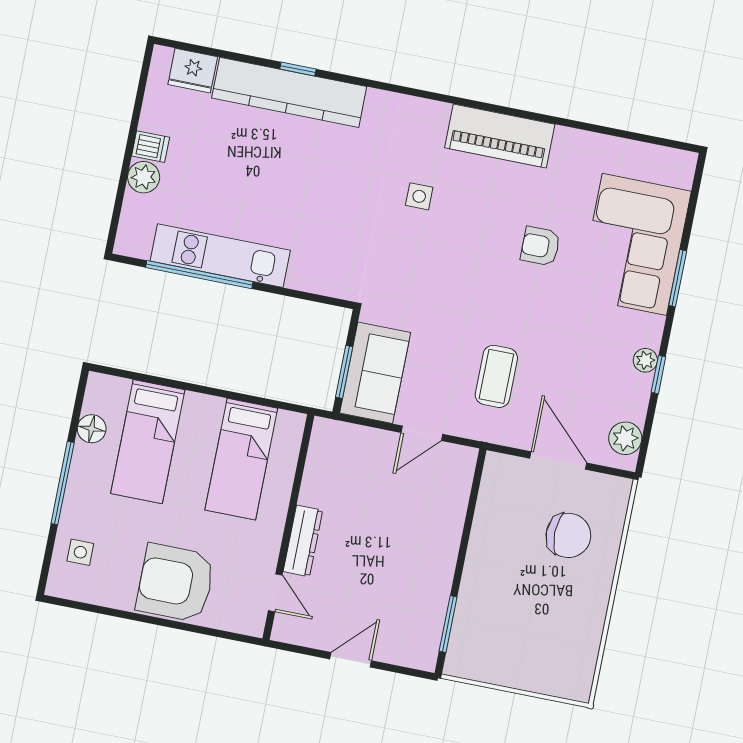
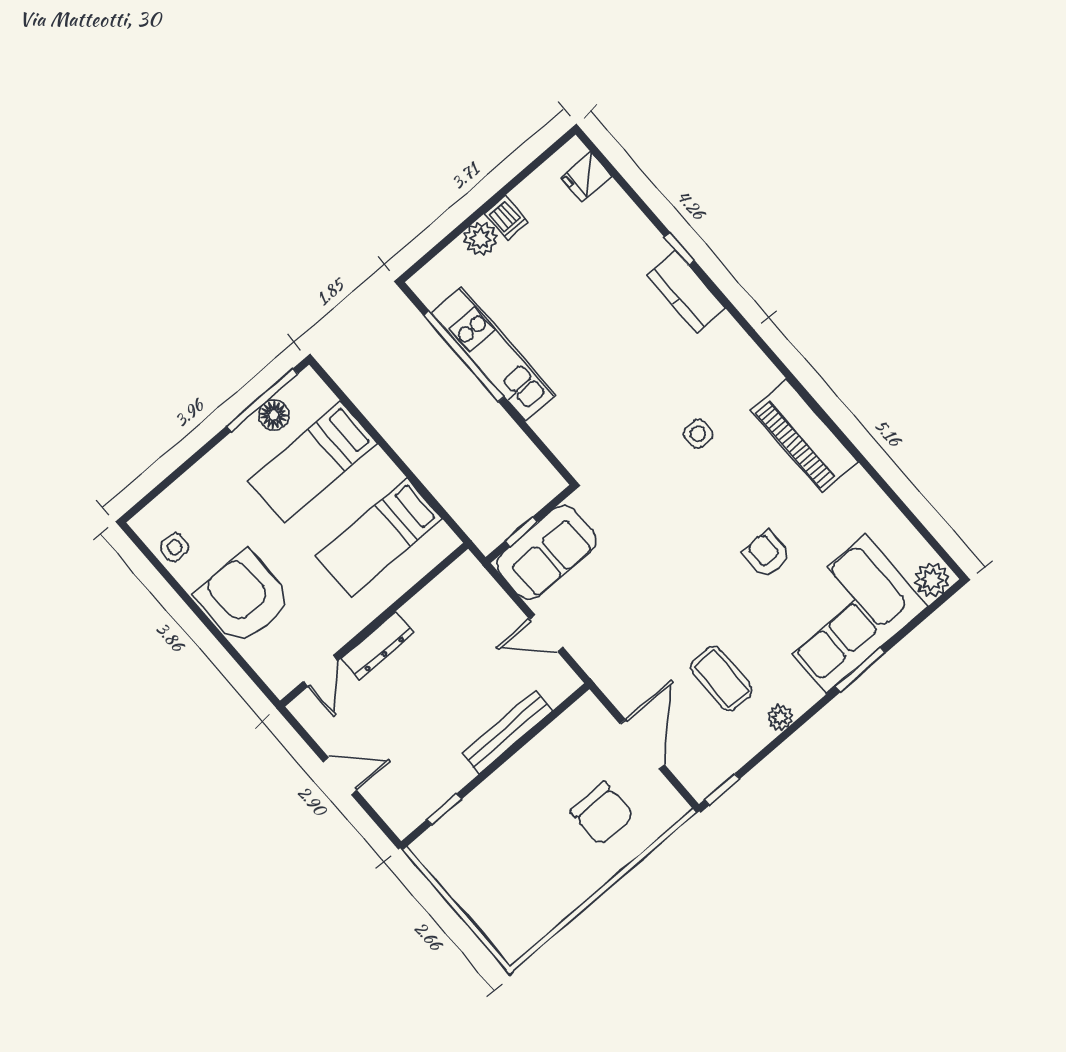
fridge: (193, 71) -> (586, 177), width x0.72
kitchen counter: (289, 92) -> (686, 292), width x0.48, depth x0.86
window: (344, 372) -> (521, 531), width x0.67
window: (658, 375) -> (722, 789), moved
coffee table: (496, 376) -> (721, 679), moved, turned 90
plant: (625, 438) -> (932, 580), moved
window: (63, 483) -> (262, 400), moved
bench: (450, 530) -> (507, 732), added
side table: (80, 552) -> (175, 547), moved
window: (448, 624) -> (444, 809), width x0.67

